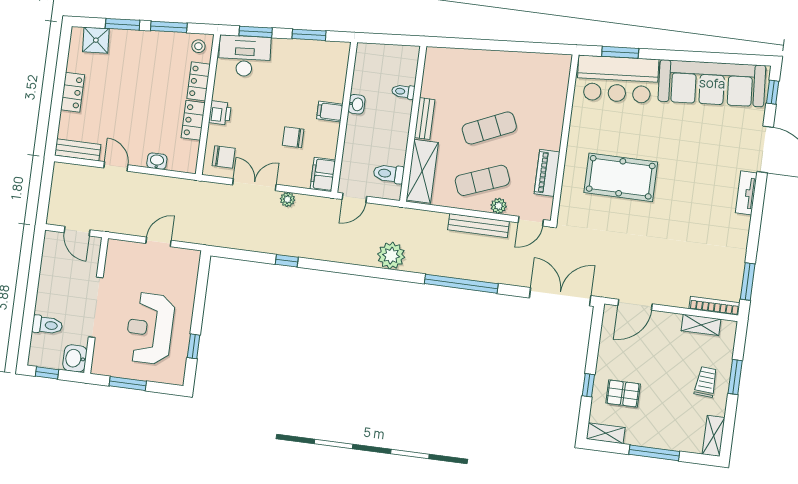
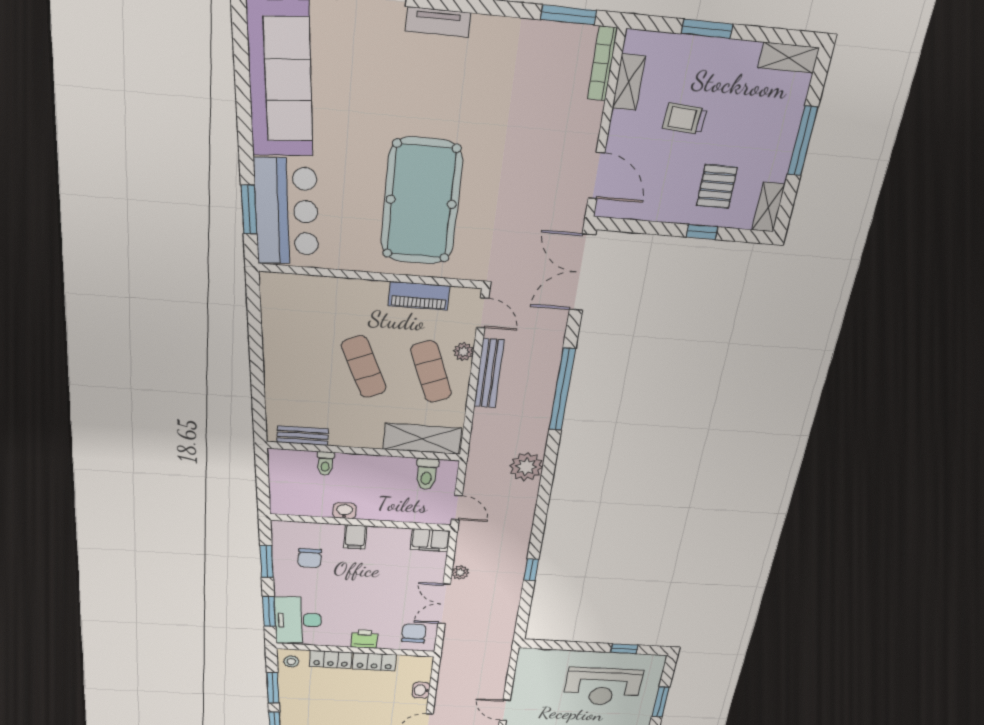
bench: (425, 119) -> (303, 436), moved
chair: (293, 137) -> (310, 558), moved
pool table: (621, 177) -> (421, 202), width x1.36, depth x1.32
door: (159, 242) -> (505, 710), moved
trolley: (706, 382) -> (685, 119), moved

